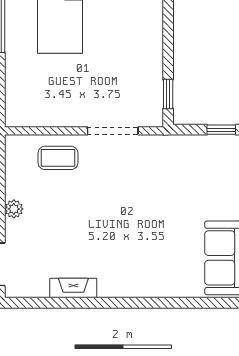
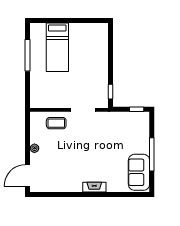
fireplace: (73, 288) -> (94, 187), moved

